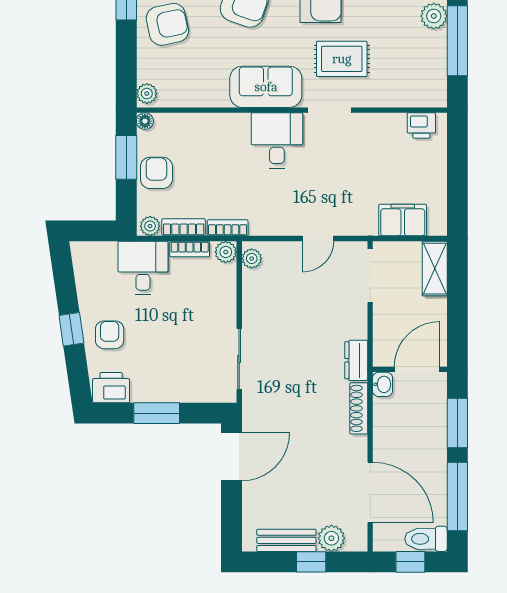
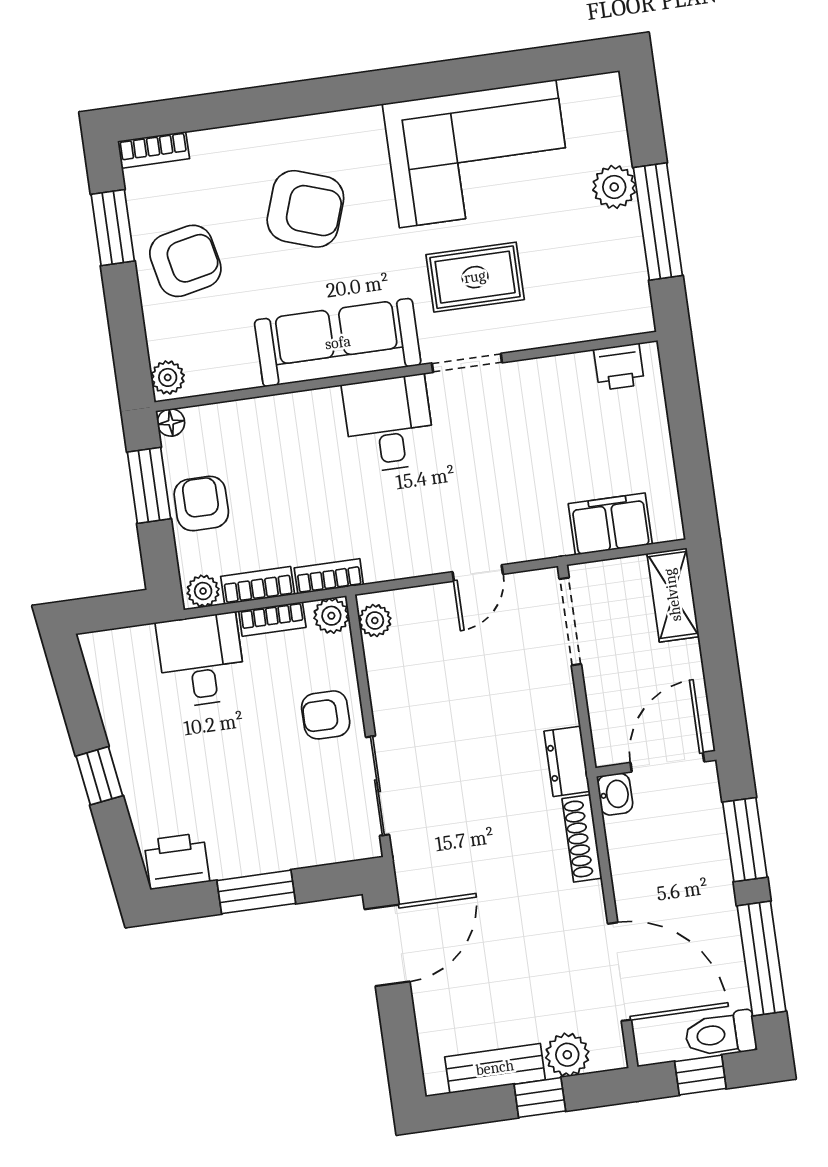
sofa: (266, 87) -> (338, 343), width x1.36
armchair: (110, 335) -> (326, 715), moved, turned -90

